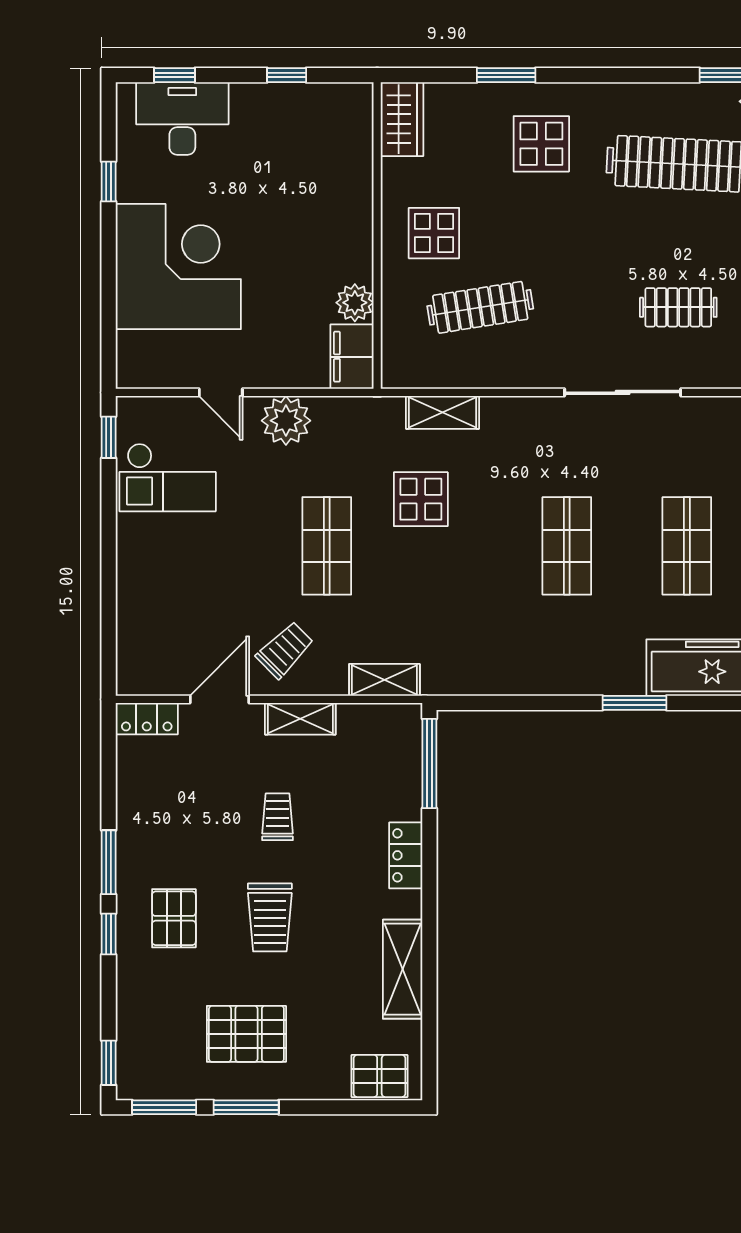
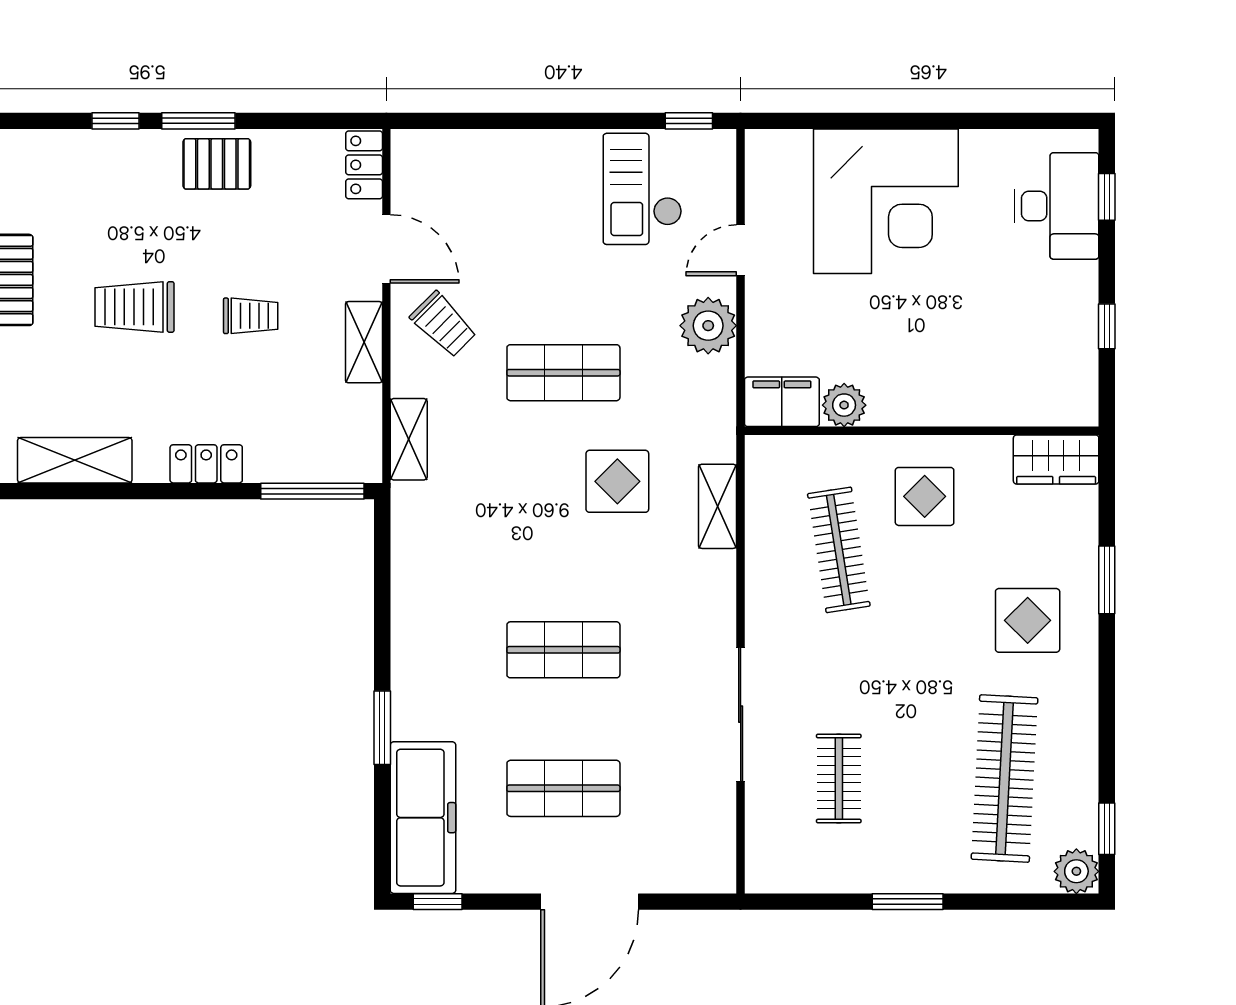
window: (109, 181) -> (984, 121), removed
pallet: (174, 918) -> (217, 164), moved

